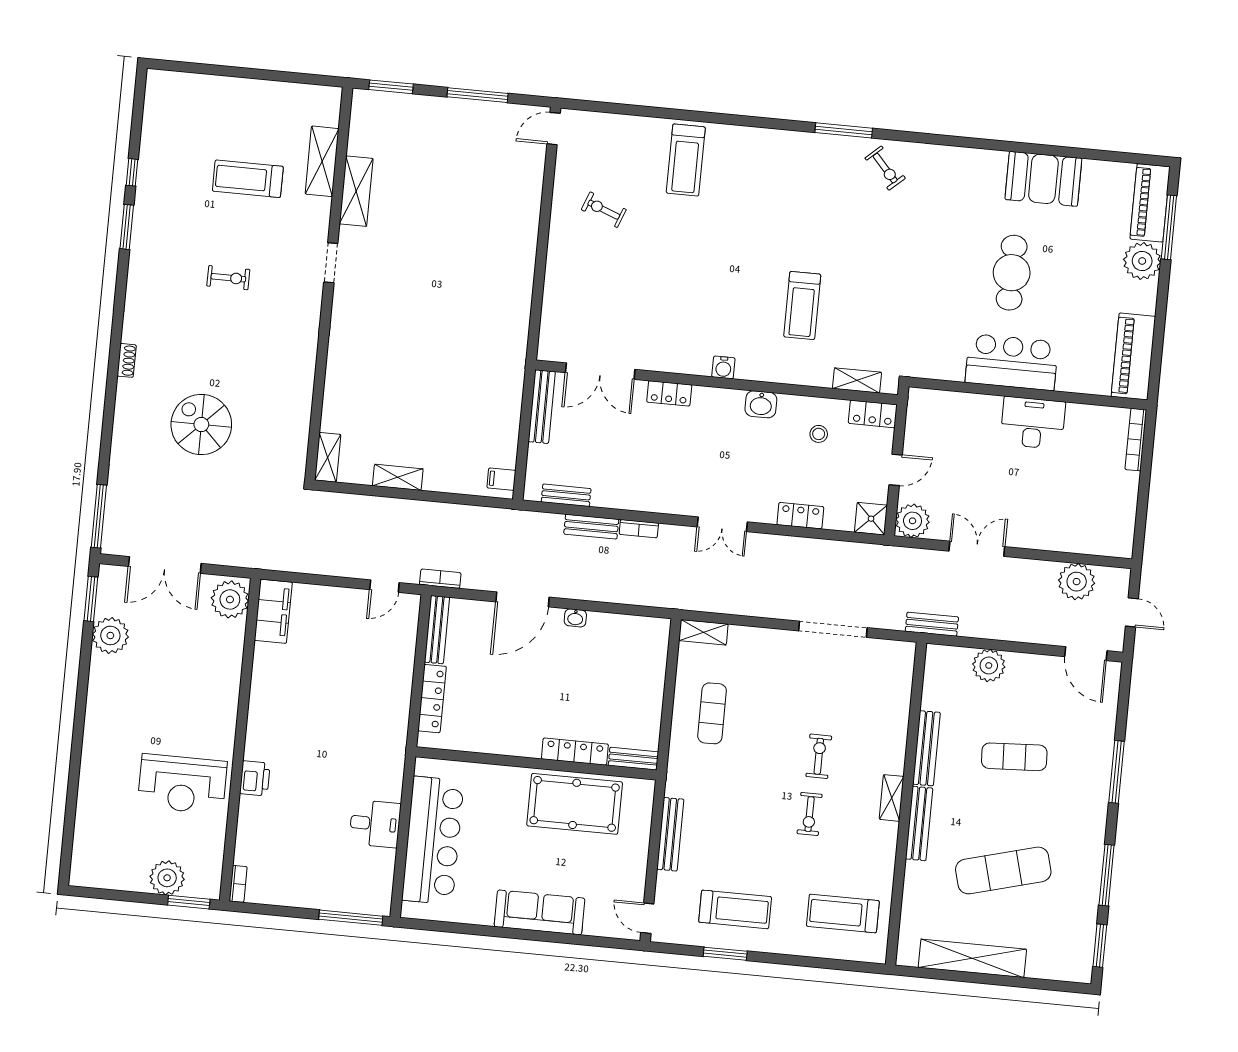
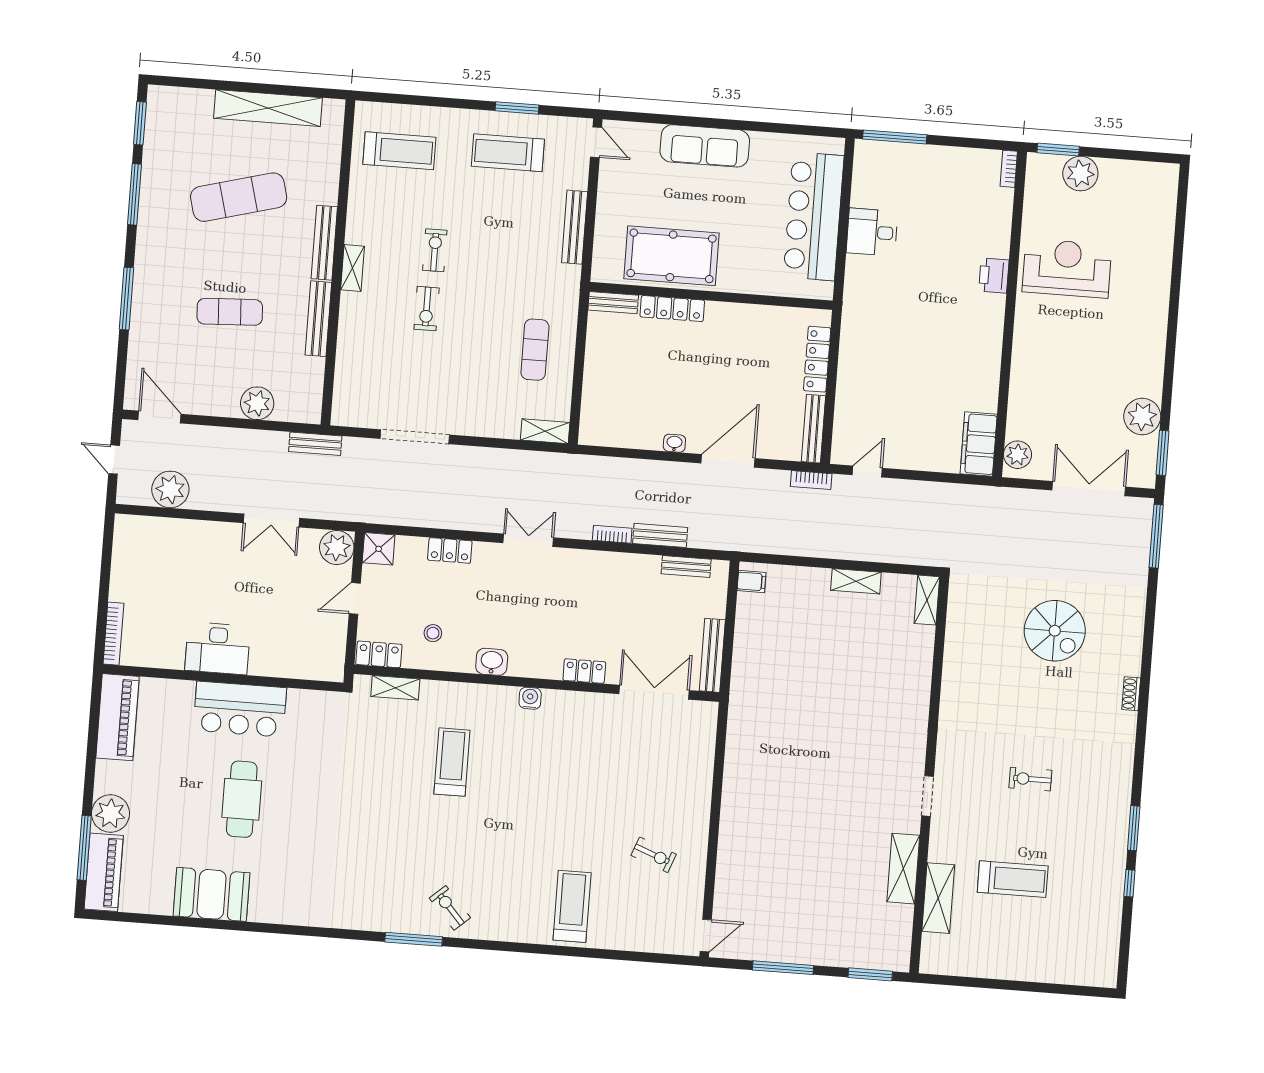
exercise bike: (885, 168) -> (450, 908), moved
plant: (230, 599) -> (1018, 455), width x0.73, depth x0.73

